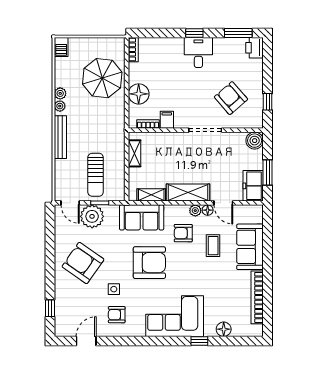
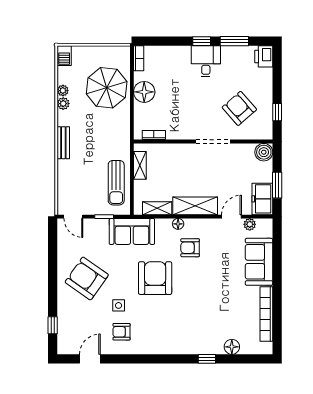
window: (238, 33) -> (234, 41), moved
floor lamp: (139, 94) -> (144, 92), moved
plant: (60, 106) -> (63, 91), moved
filing cabinet: (167, 120) -> (173, 131), removed
bench: (60, 137) -> (63, 143), width x0.73
sun lounger: (96, 175) -> (116, 183), moved
door: (223, 203) -> (232, 217), swing flipped
floor lamp: (208, 210) -> (178, 224), moved
plant: (195, 211) -> (250, 224), moved
plant: (92, 216) -> (96, 230), removed
sofa: (142, 217) -> (132, 231), moved
coffee table: (213, 246) -> (221, 261), removed
armchair: (149, 263) -> (155, 278), turned -90
corner sofa: (175, 316) -> (181, 333), removed

